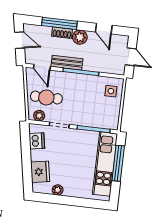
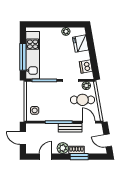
window: (59, 23) -> (79, 157), width x0.69
door: (104, 29) -> (45, 157), hinge flipped

